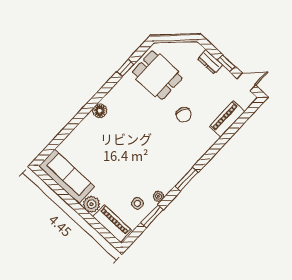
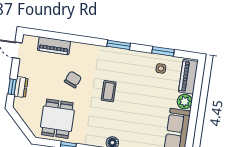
window: (226, 63) -> (12, 87), moved
coffee table: (150, 140) -> (109, 91), added
plant: (158, 196) -> (145, 57), removed

